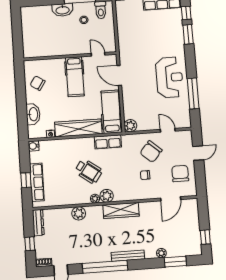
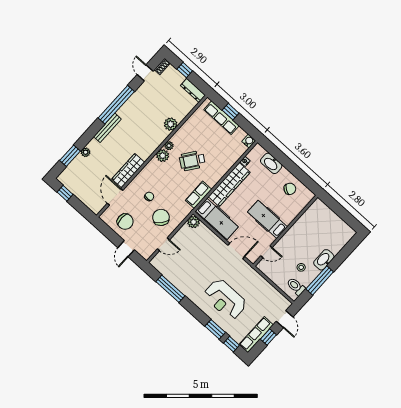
reception desk: (169, 77) -> (225, 299), moved
wardrobe: (121, 210) -> (128, 171), moved

